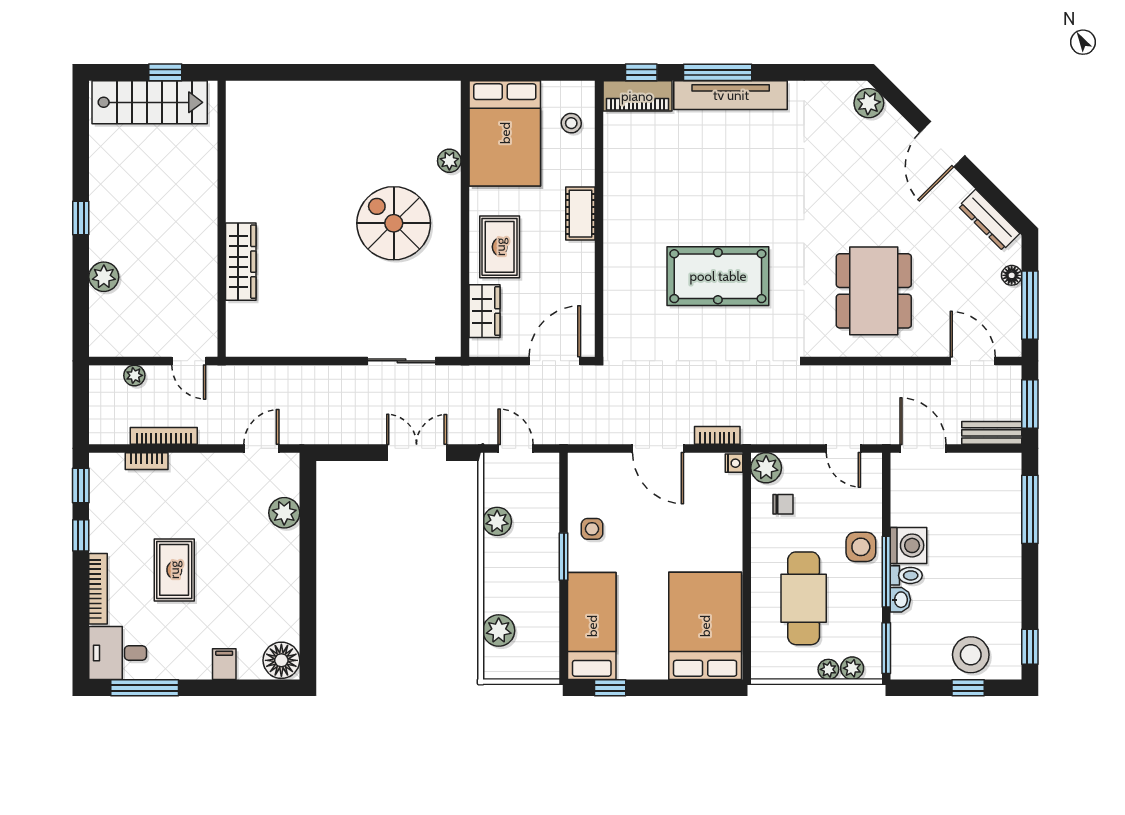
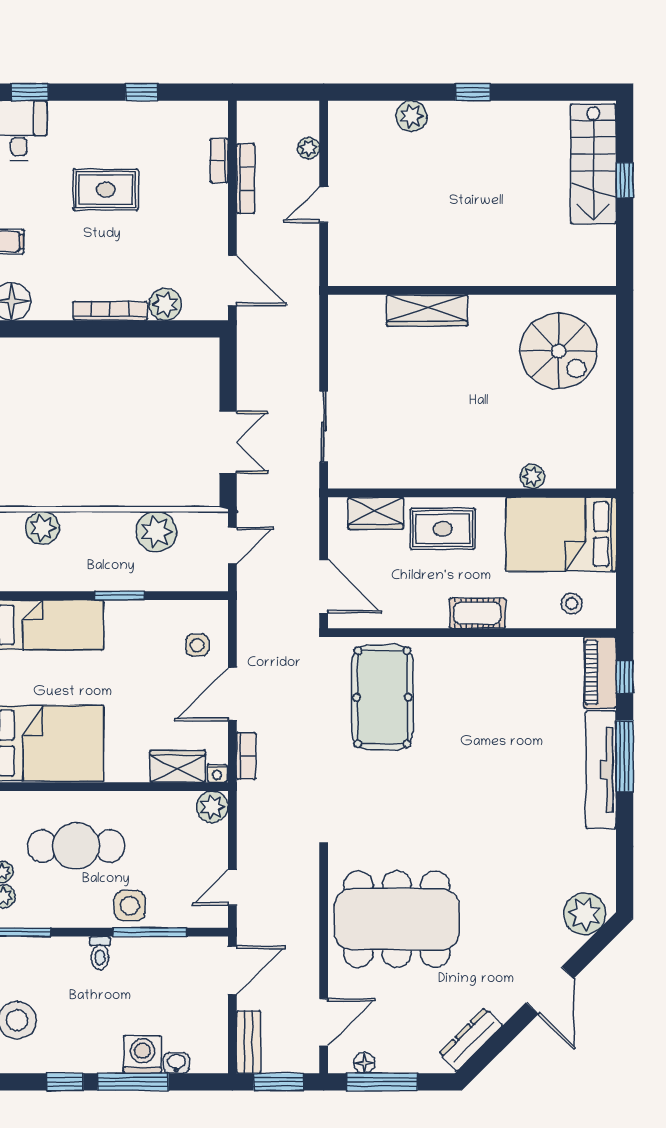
plant: (869, 103) -> (585, 914), width x1.36, depth x1.36
door: (942, 144) -> (550, 990), swing flipped
wall: (222, 219) -> (472, 290), moved
spiral stairs: (394, 223) -> (559, 351), moved, turned 90
wardrobe: (241, 262) -> (427, 310), moved
floor lamp: (1012, 275) -> (364, 1063), moved
pool table: (718, 276) -> (382, 697), moved
dining table: (874, 291) -> (397, 919), width x1.36, depth x1.24
door: (261, 448) -> (232, 281), width x1.38
window: (81, 486) -> (30, 92), moved
wardrobe: (727, 501) -> (178, 766), added
chair: (783, 504) -> (174, 824), removed
window: (1030, 509) -> (133, 1082), moved
plant: (497, 521) -> (156, 532), width x1.36, depth x1.36
side table: (592, 529) -> (197, 645), moved
washing machine: (908, 545) -> (142, 1054), moved, turned 180
window: (886, 572) -> (150, 932), moved
bookcase: (98, 589) -> (110, 311), moved, turned 180
washbasin: (900, 600) -> (176, 1063), moved, turned 180
window: (1030, 647) -> (65, 1082), moved

